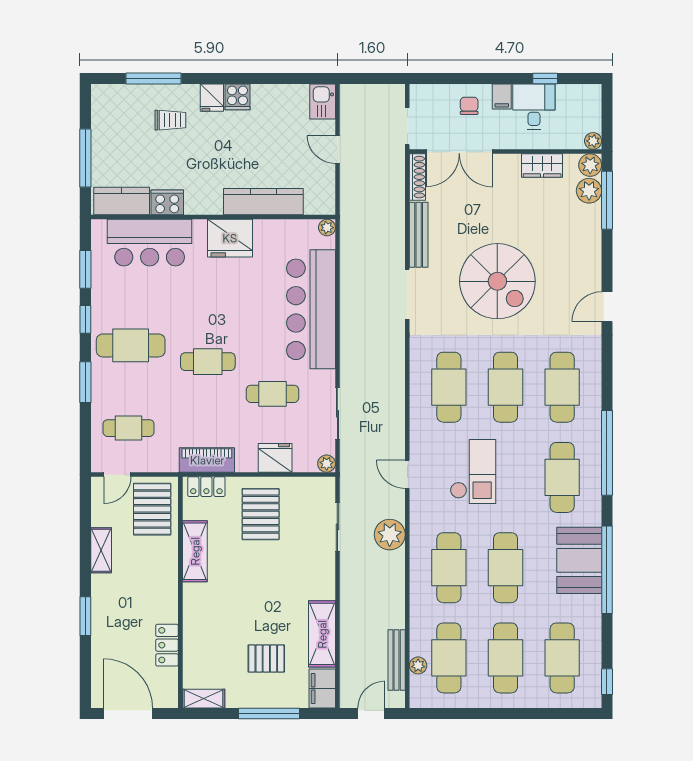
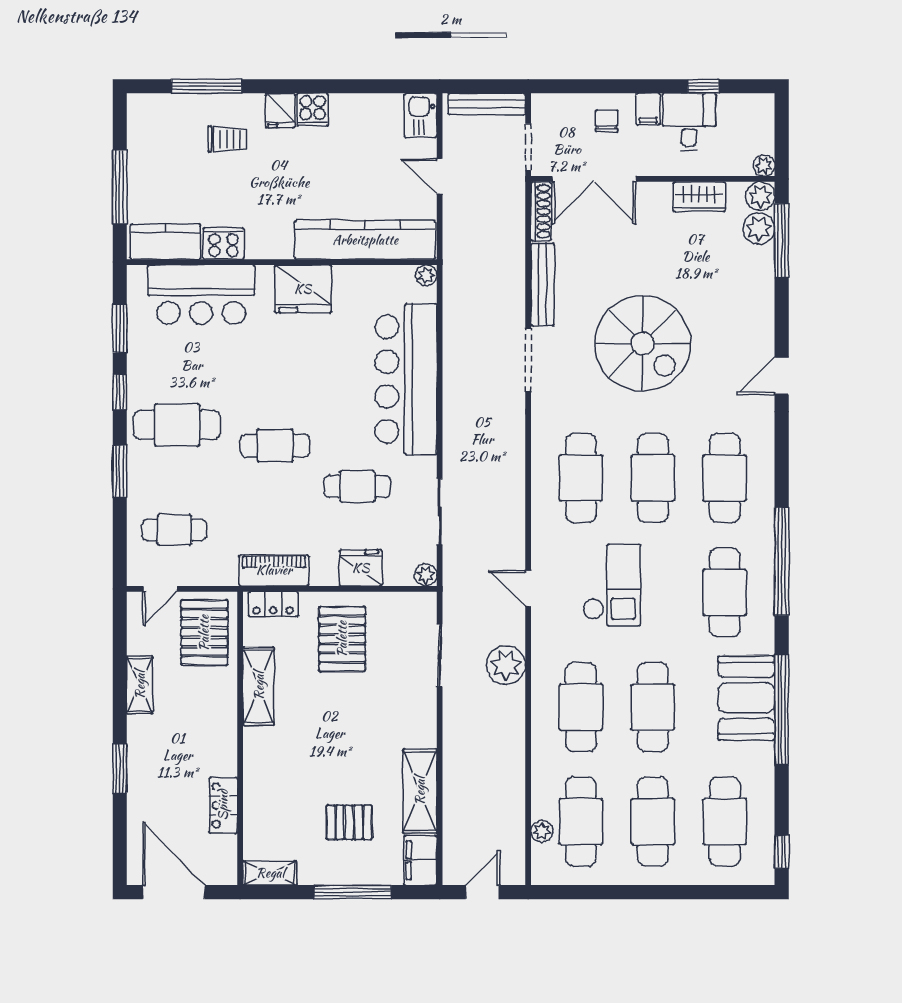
kitchen counter: (263, 202) -> (365, 240), width x1.39, depth x1.17
bench: (397, 660) -> (487, 104), moved, turned 90

